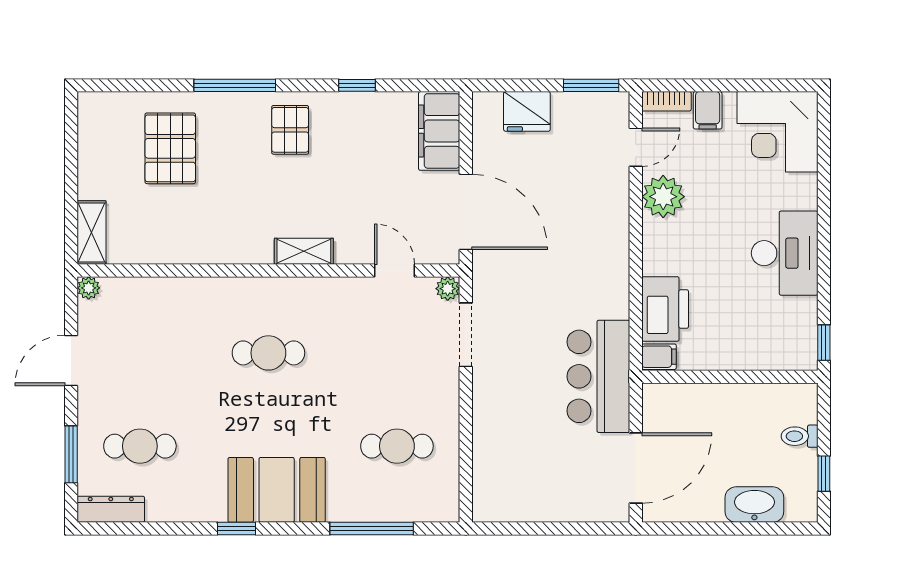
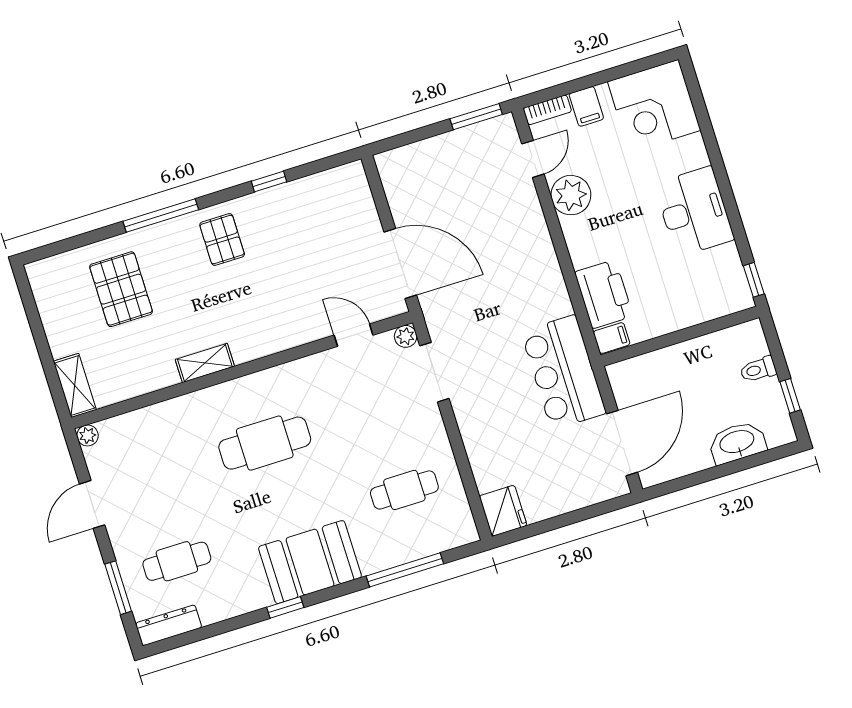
fridge: (527, 111) -> (503, 511), moved, turned -90
filing cabinet: (439, 131) -> (354, 199), removed
shelving: (304, 251) -> (205, 363), moved
cafe table: (268, 353) -> (265, 443), width x1.37, depth x1.35

